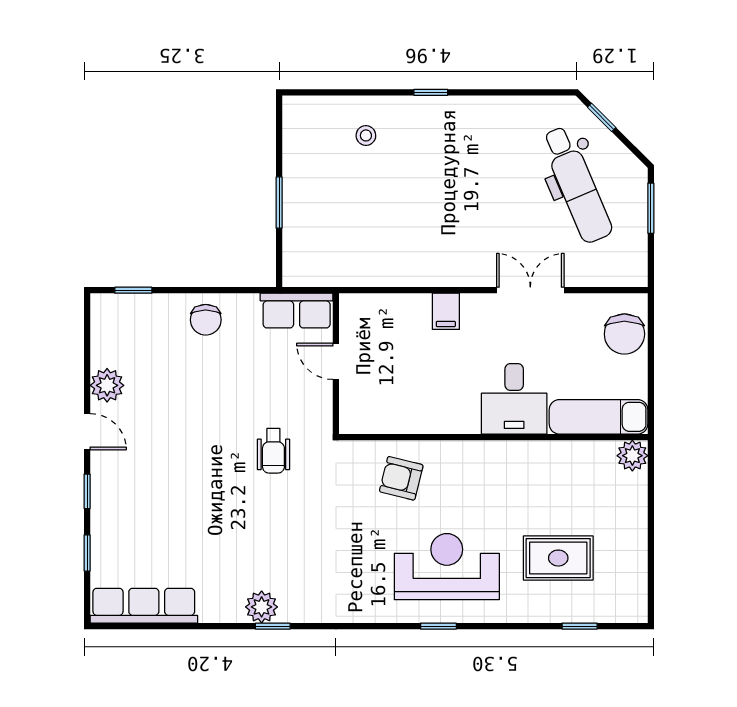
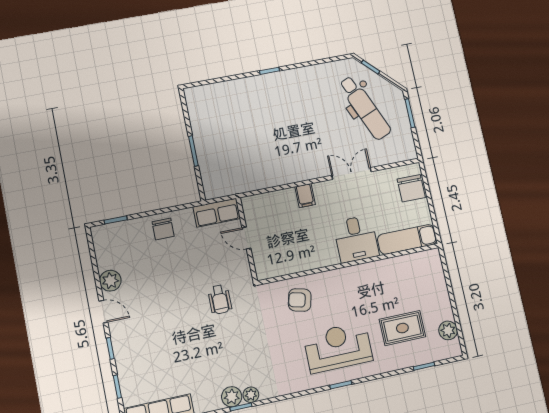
stool: (366, 135) -> (237, 102), removed
plant: (632, 456) -> (448, 330), moved
plant: (292, 611) -> (251, 395), added

